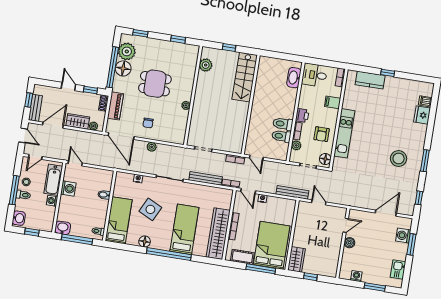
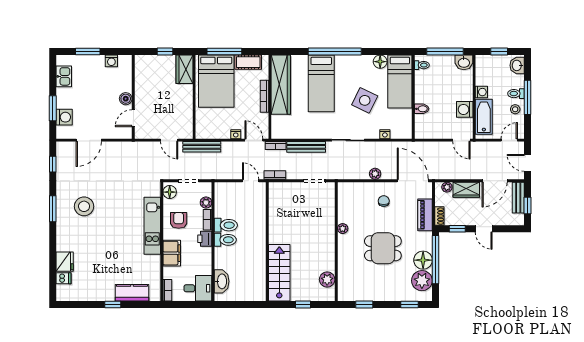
filing cabinet: (333, 102) -> (172, 253), width x2.00
toilet: (281, 136) -> (225, 240), moved
floor lamp: (145, 242) -> (380, 62), moved

